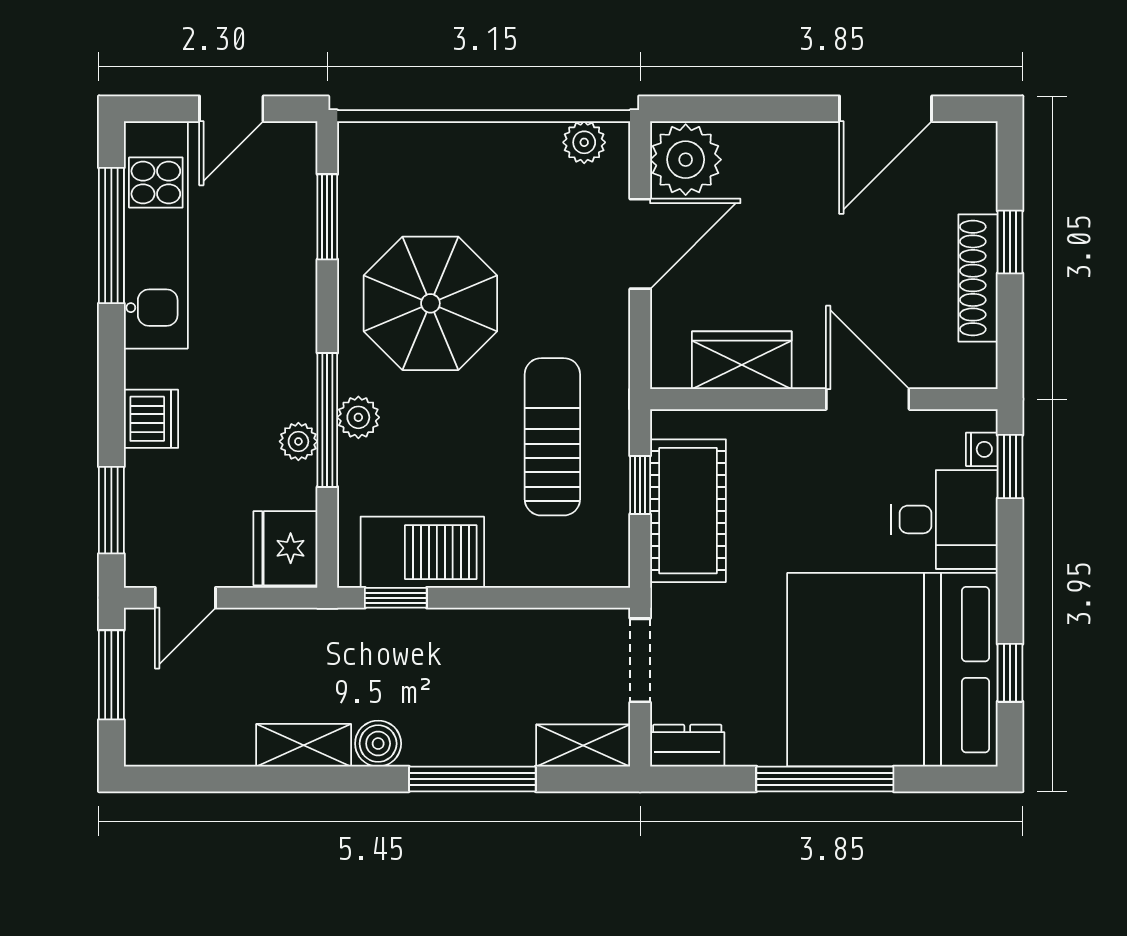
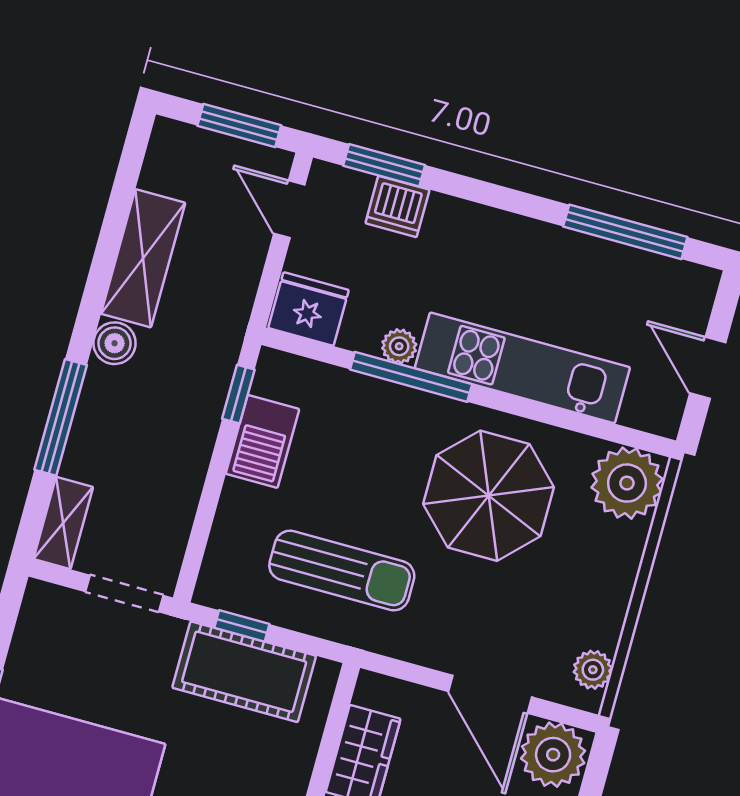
window: (327, 217) -> (589, 426), removed
kitchen unit: (156, 235) -> (522, 368), moved, turned 180
plant: (358, 417) -> (627, 483), moved, width x1.87, depth x1.87
dishwasher: (151, 419) -> (397, 206), moved
window: (640, 485) -> (242, 626), moved
barbecue: (422, 552) -> (262, 441), width x0.73, depth x0.83
shelving: (304, 745) -> (143, 258), width x1.50, depth x1.33
dresser: (687, 746) -> (38, 614), removed

